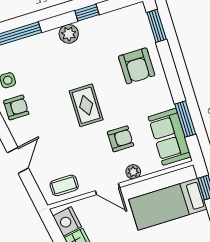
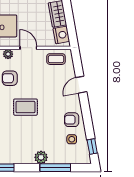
plant: (69, 34) -> (41, 157), moved
rug: (86, 105) -> (25, 107), turned 90

